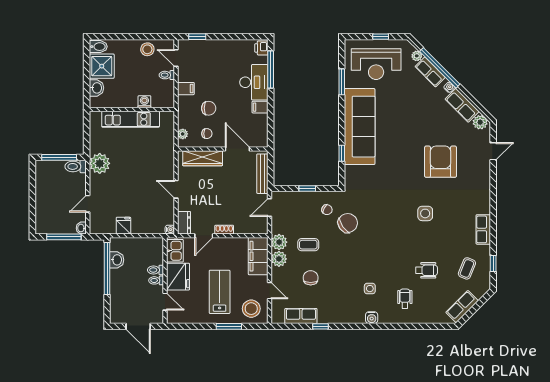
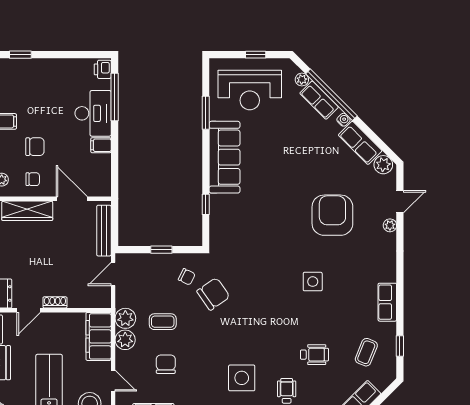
sofa: (360, 127) -> (224, 157), width x0.74, depth x0.79
plant: (485, 170) -> (390, 225), added
side table: (370, 289) -> (242, 378), width x1.87, depth x1.87

